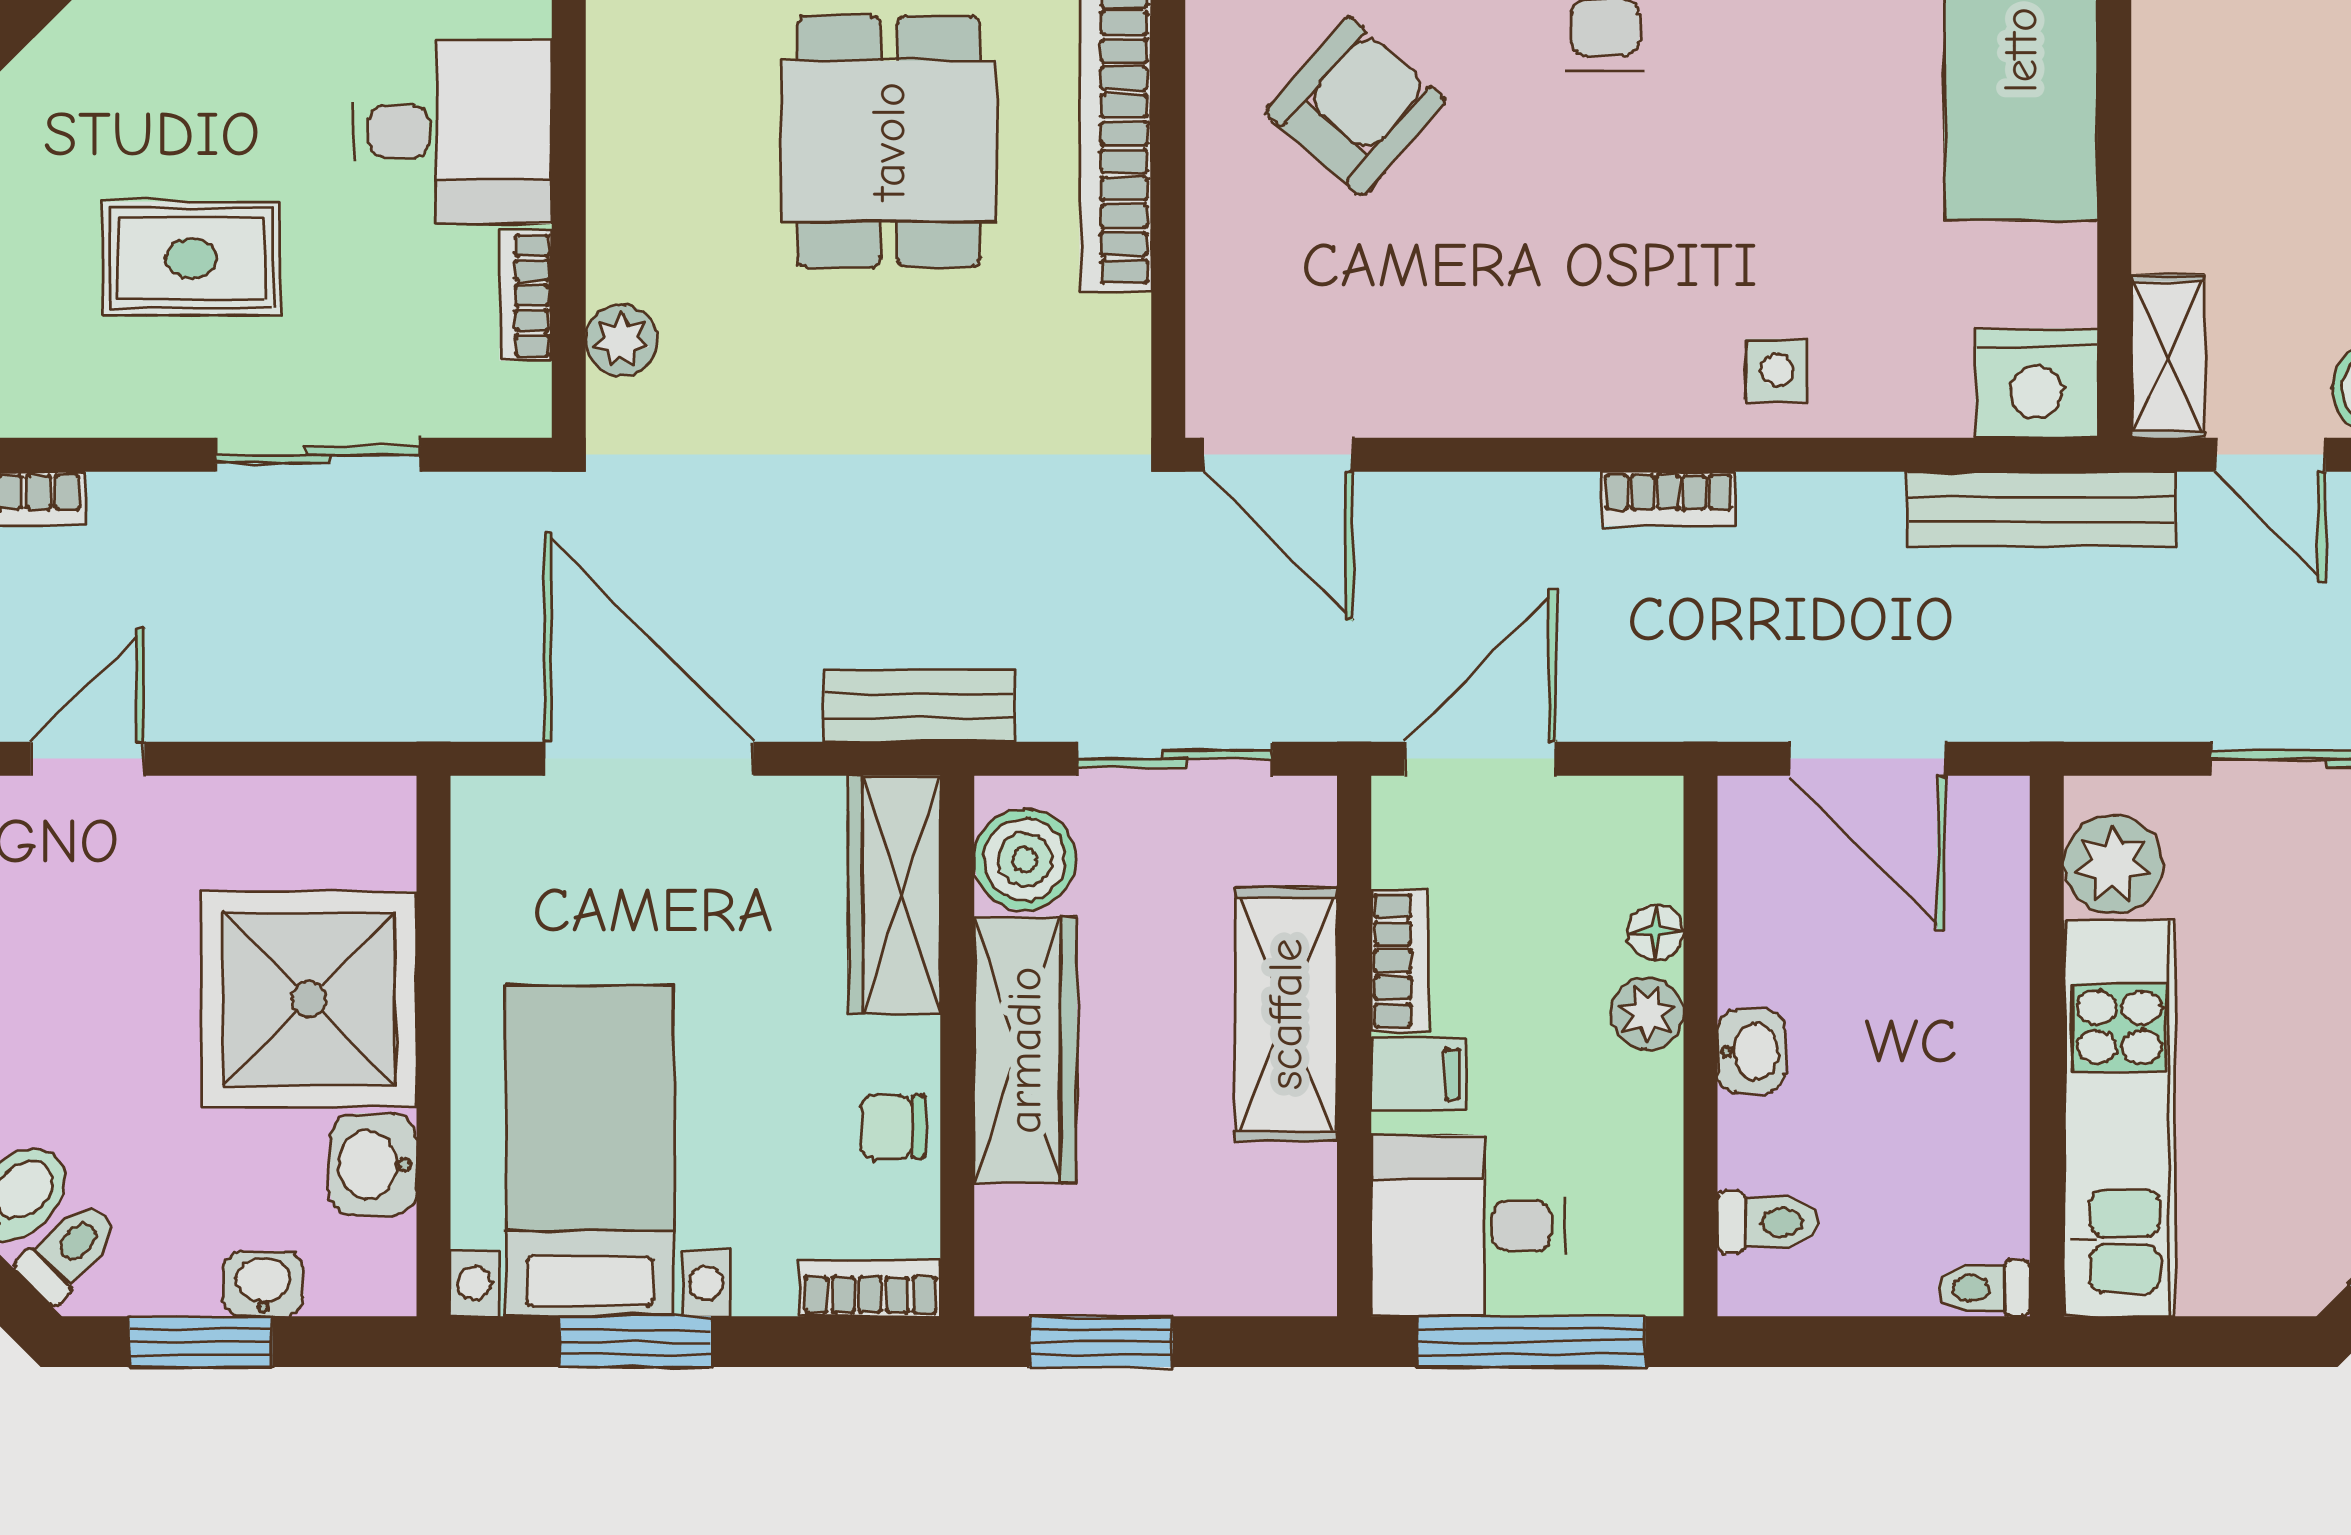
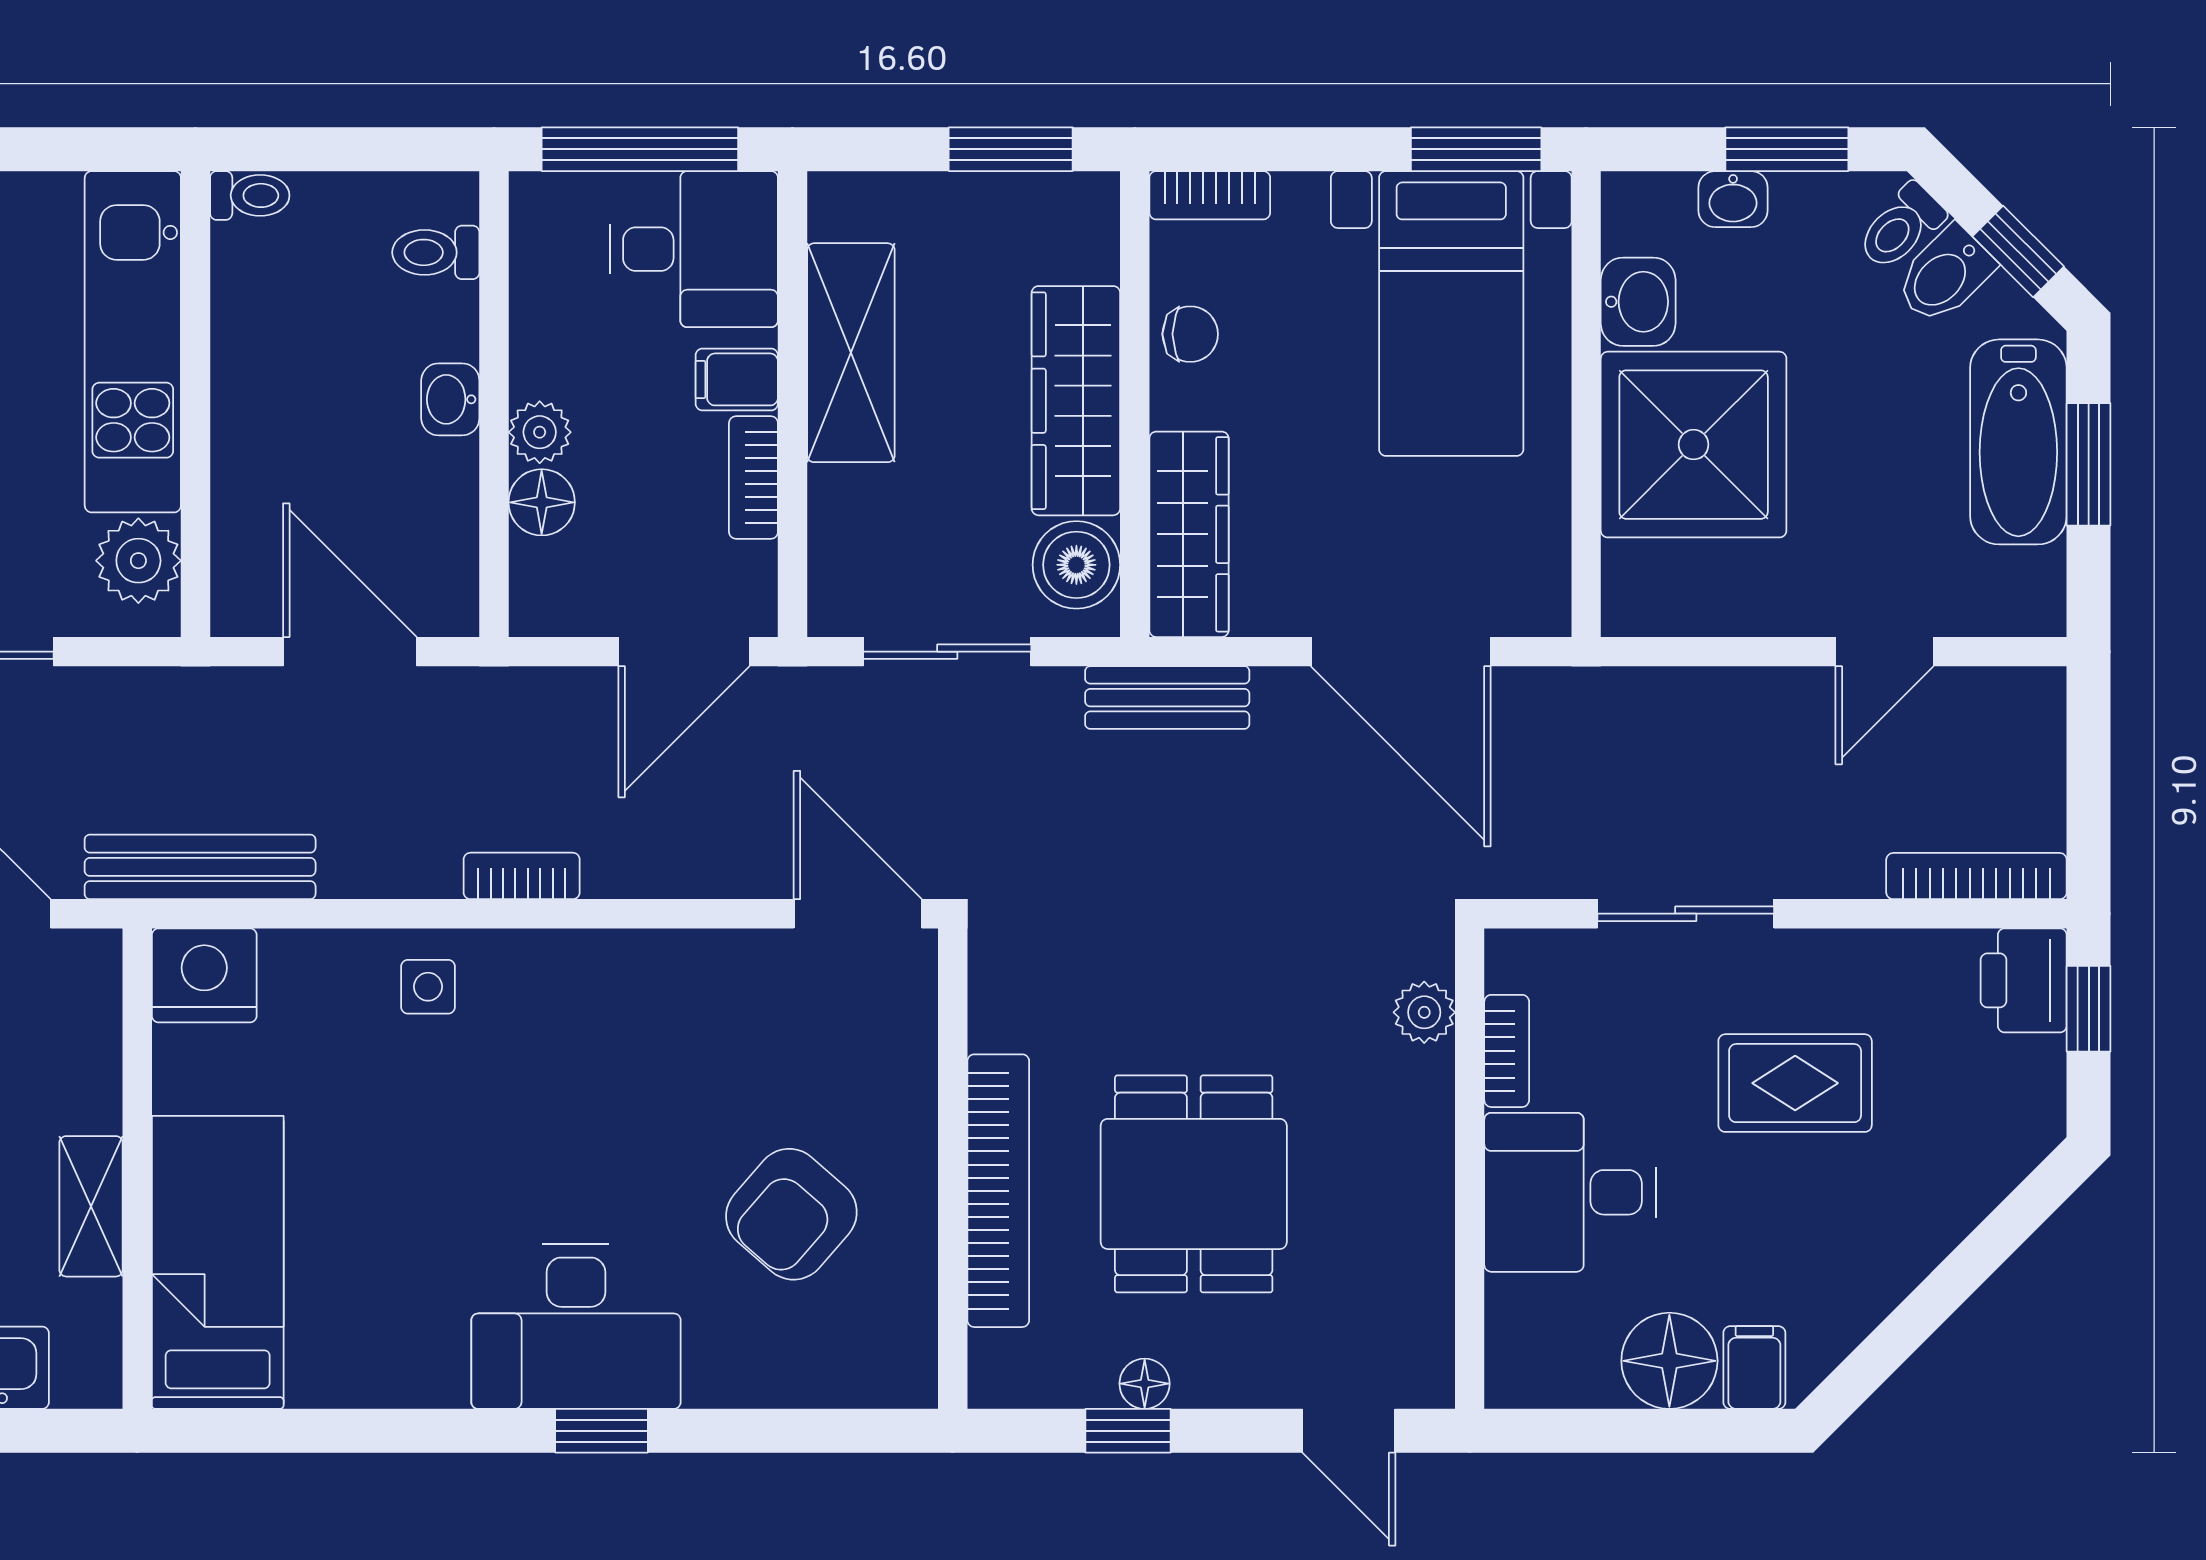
shelving: (2168, 356) -> (91, 1206), moved
floor lamp: (1655, 932) -> (542, 502), width x1.37, depth x1.37
shelving: (1286, 1014) -> (851, 353), moved
window: (635, 1342) -> (1476, 149), moved

